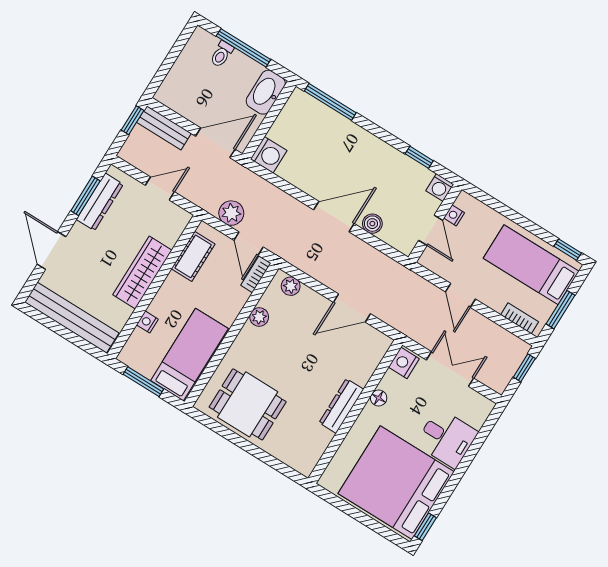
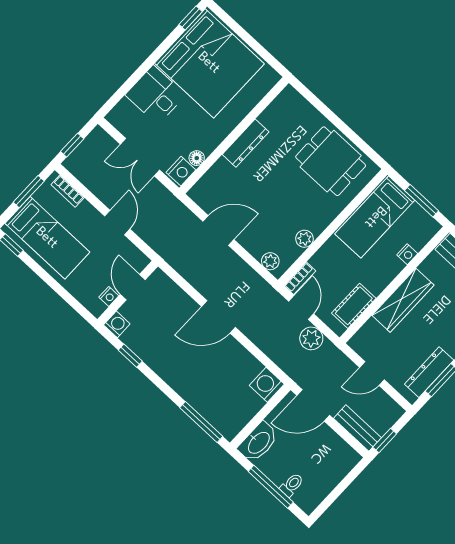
boiler: (372, 224) -> (185, 304), removed
floor lamp: (379, 398) -> (197, 158), moved

